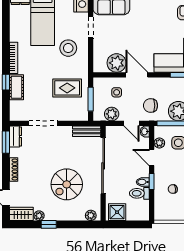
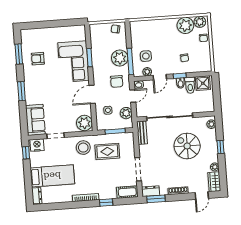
stool: (68, 48) -> (83, 148), moved
plant: (117, 63) -> (84, 123), moved
cot: (17, 87) -> (127, 192), moved
rug: (67, 88) -> (107, 151), turned 90
spiral stairs: (67, 184) -> (187, 146), turned 180
shower: (117, 212) -> (203, 83), moved
window: (49, 224) -> (221, 147), moved

